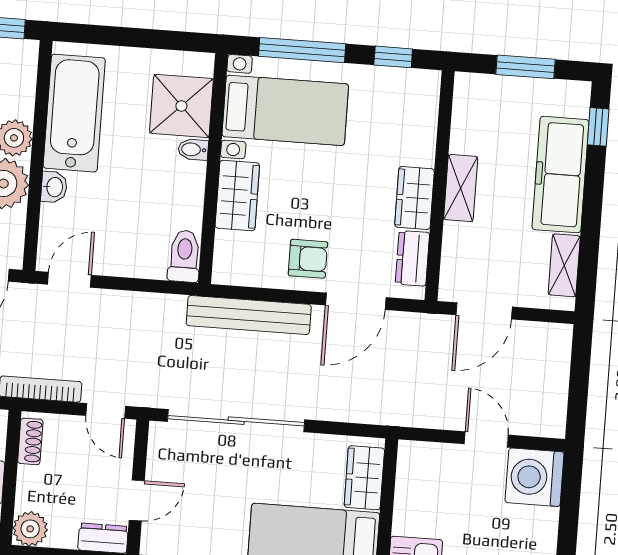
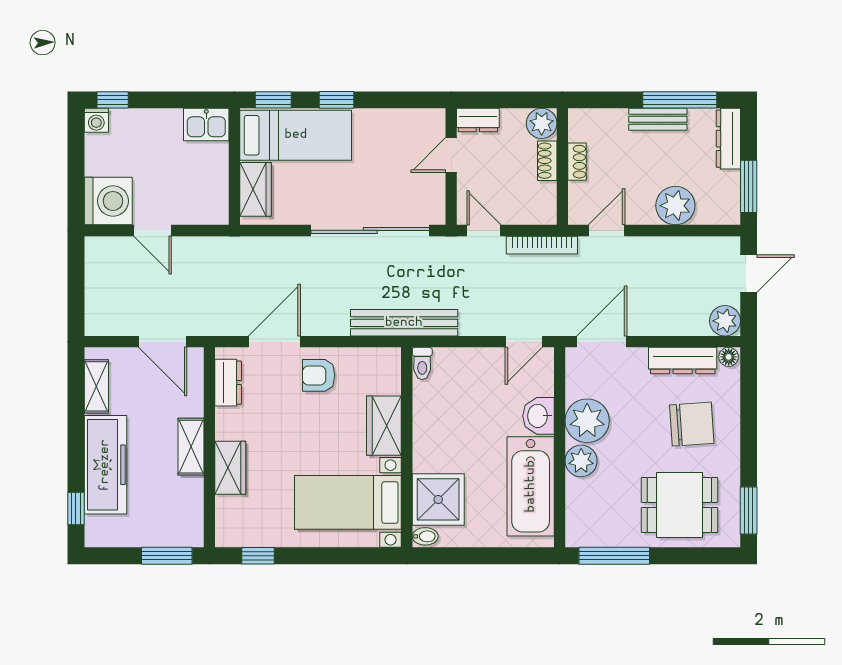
window: (302, 50) -> (337, 556), removed
window: (525, 67) -> (167, 556), moved
bidet: (193, 149) -> (425, 536), moved
washbasin: (54, 187) -> (538, 416), width x1.38, depth x1.45
wardrobe: (415, 198) -> (230, 468), moved
toilet: (184, 256) -> (422, 363), width x0.73, depth x0.72
door: (484, 311) -> (163, 342), swing flipped
bench: (249, 315) -> (404, 323), moved
shoe rack: (30, 441) -> (547, 161), moved

